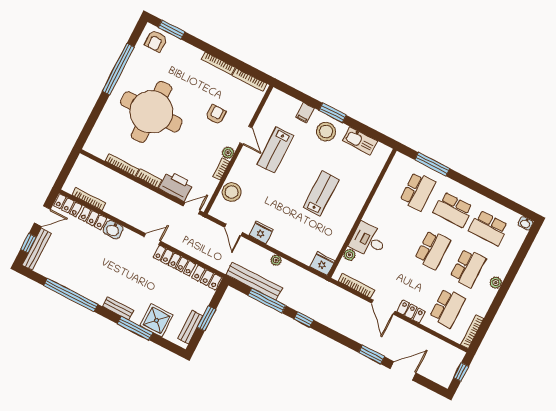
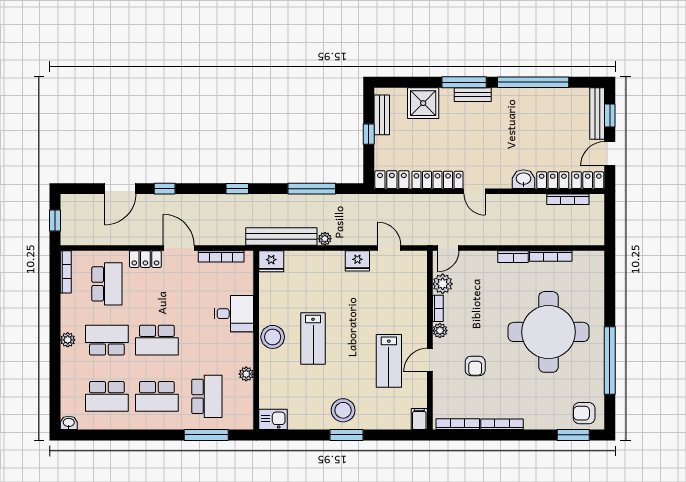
armchair: (156, 41) -> (584, 413), turned -90
filing cabinet: (305, 113) -> (419, 419), moved
door: (246, 135) -> (430, 360), hinge flipped
kitchen sink: (360, 141) -> (273, 419), moved, width x0.73
lab bench: (275, 150) -> (389, 361), turned 180
plant: (209, 185) -> (443, 284), added
printer: (176, 186) -> (478, 264), removed
school desk: (418, 191) -> (207, 396), turned 180
stool: (232, 192) -> (273, 337), moved
school desk: (453, 210) -> (157, 396), turned 180
school desk: (489, 228) -> (107, 396), turned 180
door: (152, 239) -> (475, 191), hinge flipped
school desk: (433, 250) -> (157, 340), turned -90
plant: (349, 255) -> (246, 374), moved
school desk: (468, 268) -> (107, 340), turned 90
bench: (254, 281) -> (281, 236), moved
school desk: (447, 308) -> (107, 284), turned 180
window: (206, 318) -> (369, 134), width x0.67
window: (304, 320) -> (237, 189), moved
window: (135, 328) -> (464, 82), moved
window: (371, 355) -> (165, 189), width x0.67

